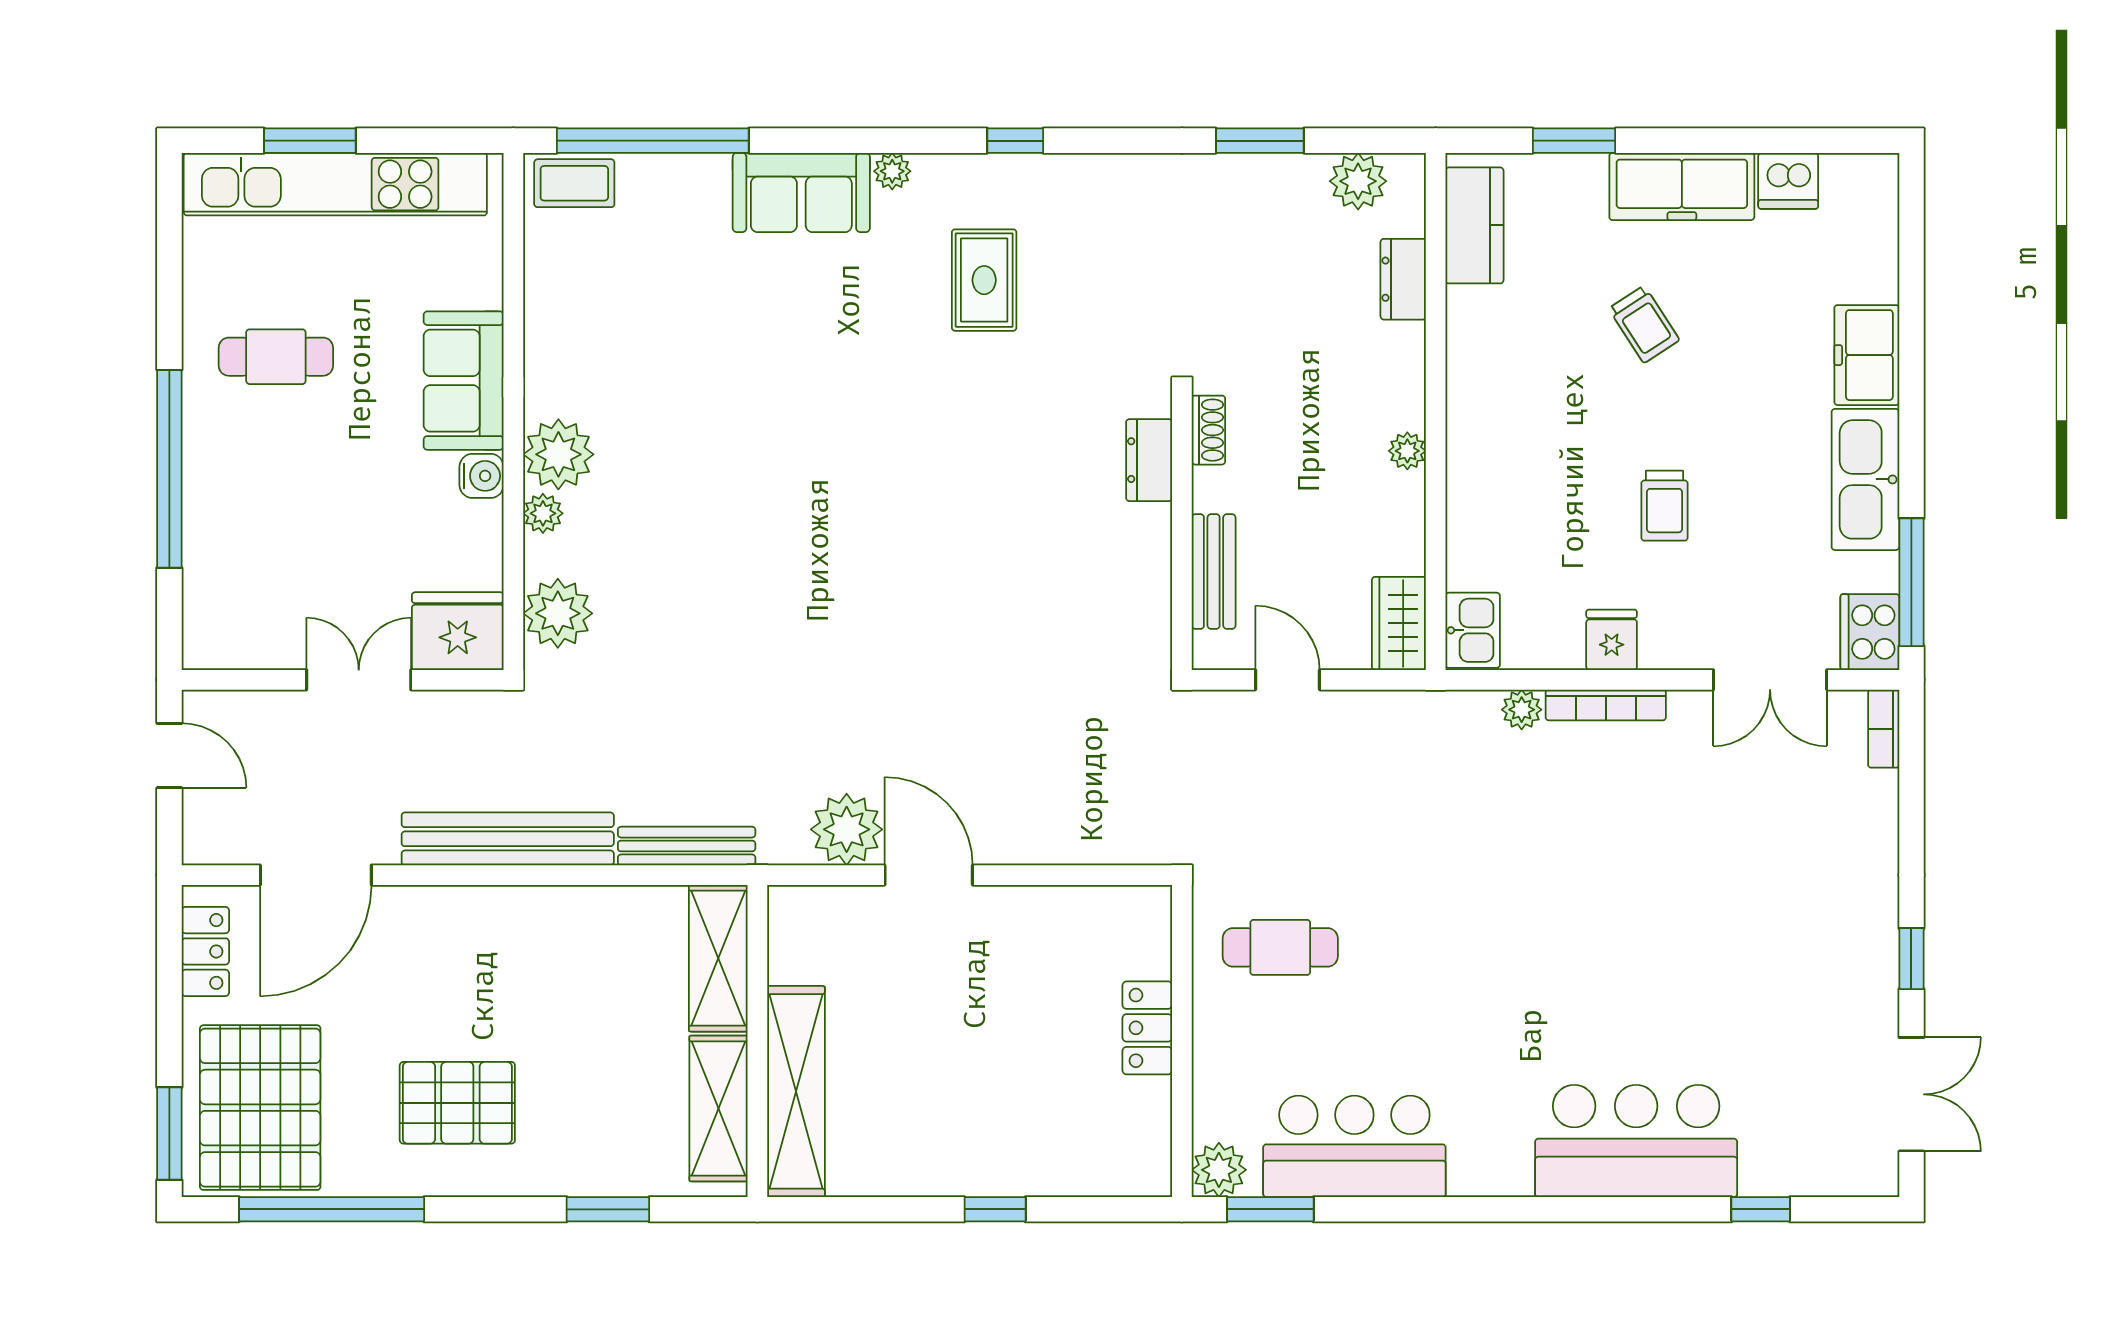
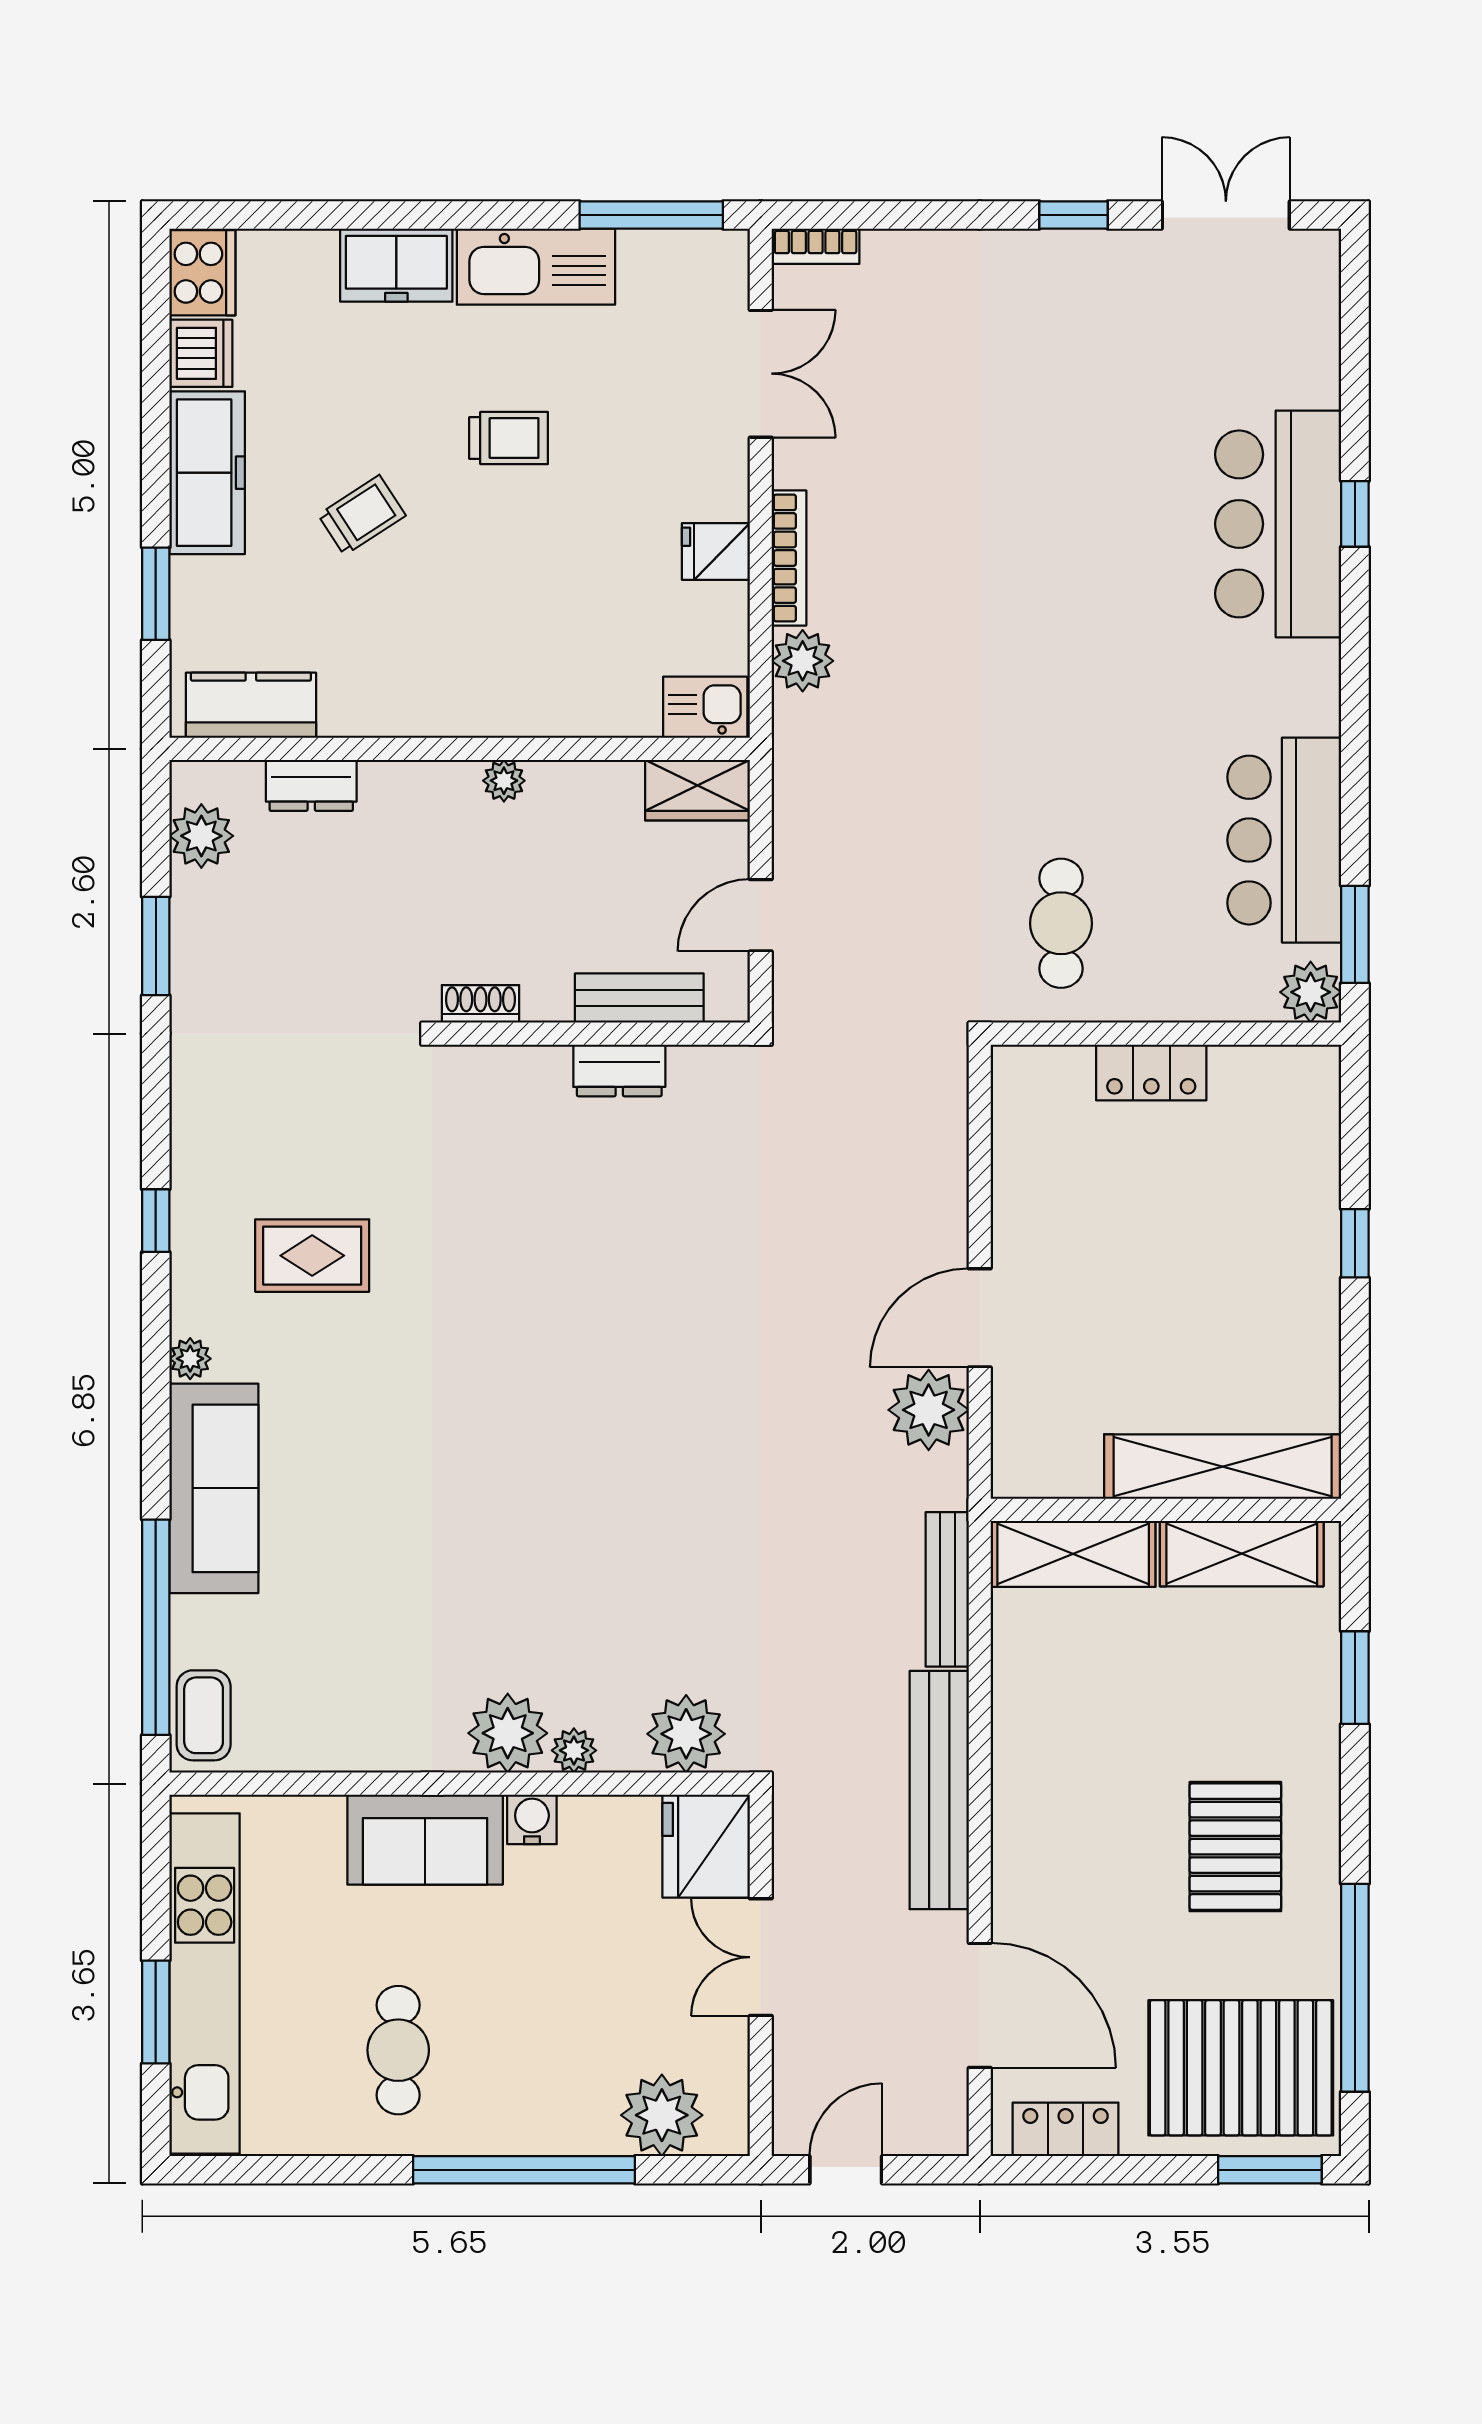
sofa: (801, 192) -> (214, 1488), width x1.36
dresser: (1149, 460) -> (619, 1070), moved
trolley: (1665, 506) -> (509, 438), moved
plant: (218, 592) -> (662, 2115), added
cooker: (1870, 632) -> (202, 273), moved, turned -90
plant: (1522, 710) -> (803, 661), width x1.38, depth x1.38
window: (1761, 1209) -> (1355, 514), moved

